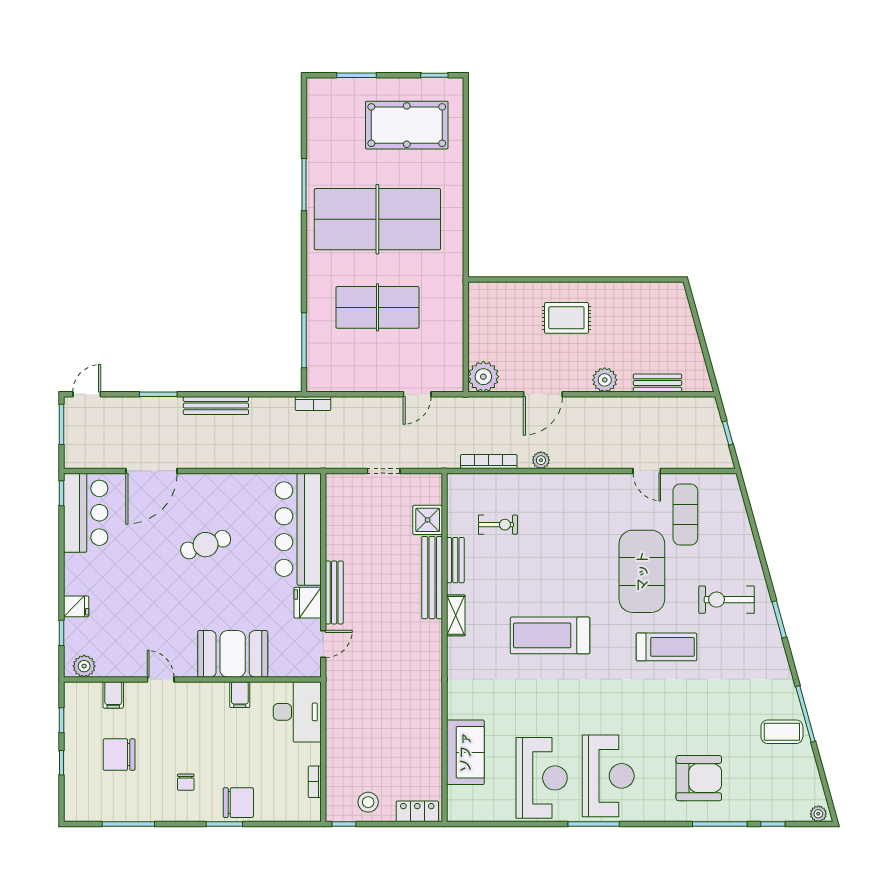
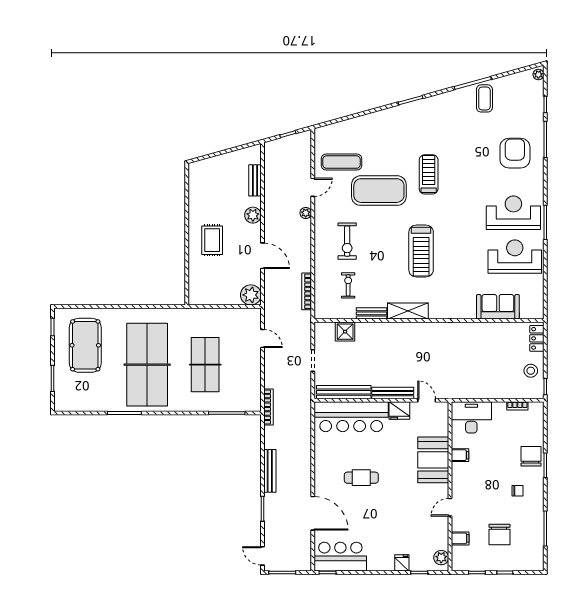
bookcase: (313, 404) -> (268, 407), width x1.56
plant: (541, 460) -> (306, 213), moved
cafe table: (206, 545) -> (361, 478), turned -71
bench: (432, 578) -> (344, 392), moved
exercise bike: (726, 600) -> (347, 241), moved
shelving: (456, 615) -> (408, 311), width x1.50, depth x1.33

